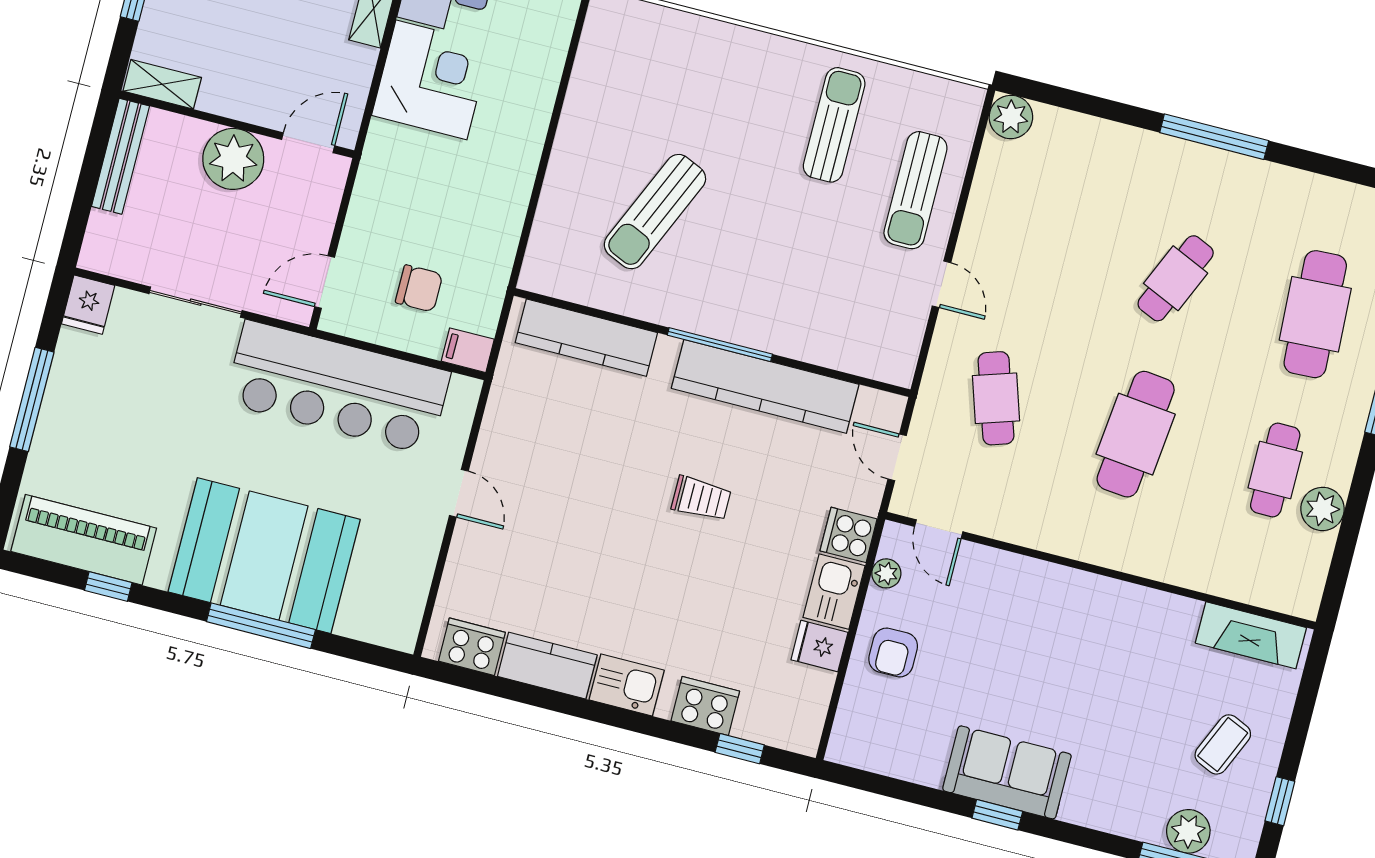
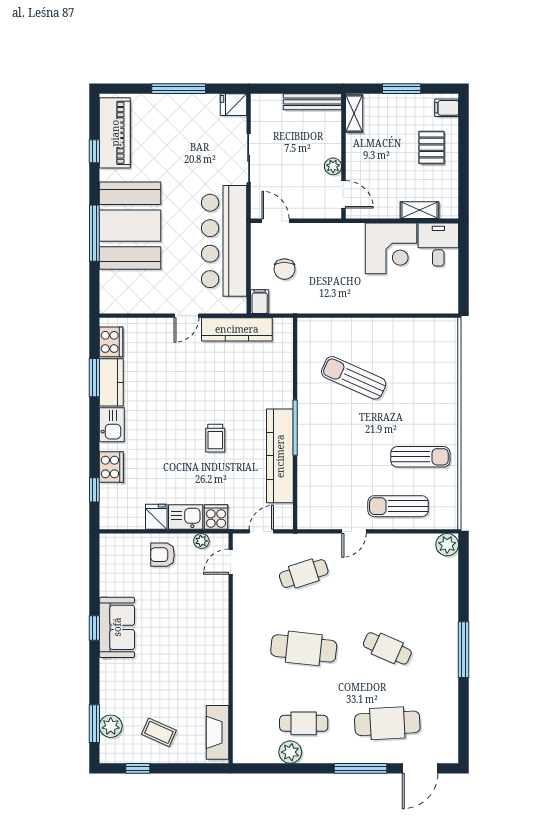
plant: (233, 159) -> (333, 166), width x0.53, depth x0.53
kitchen counter: (586, 338) -> (237, 329), moved, turned -90
window: (530, 695) -> (94, 378), added

